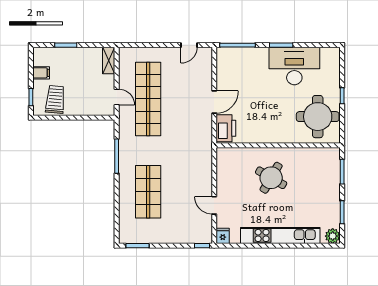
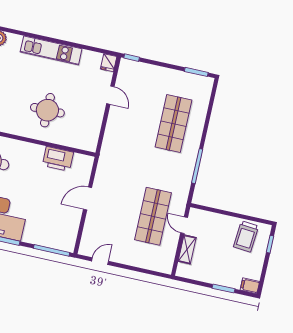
shelving: (109, 60) -> (187, 249), moved
filing cabinet: (41, 73) -> (250, 286), moved
shop shelf: (148, 99) -> (153, 216), width x0.71
printer: (226, 128) -> (58, 159), moved, turned -90
round table: (271, 178) -> (47, 110), turned -30
kitchen unit: (280, 235) -> (51, 50), width x0.73

